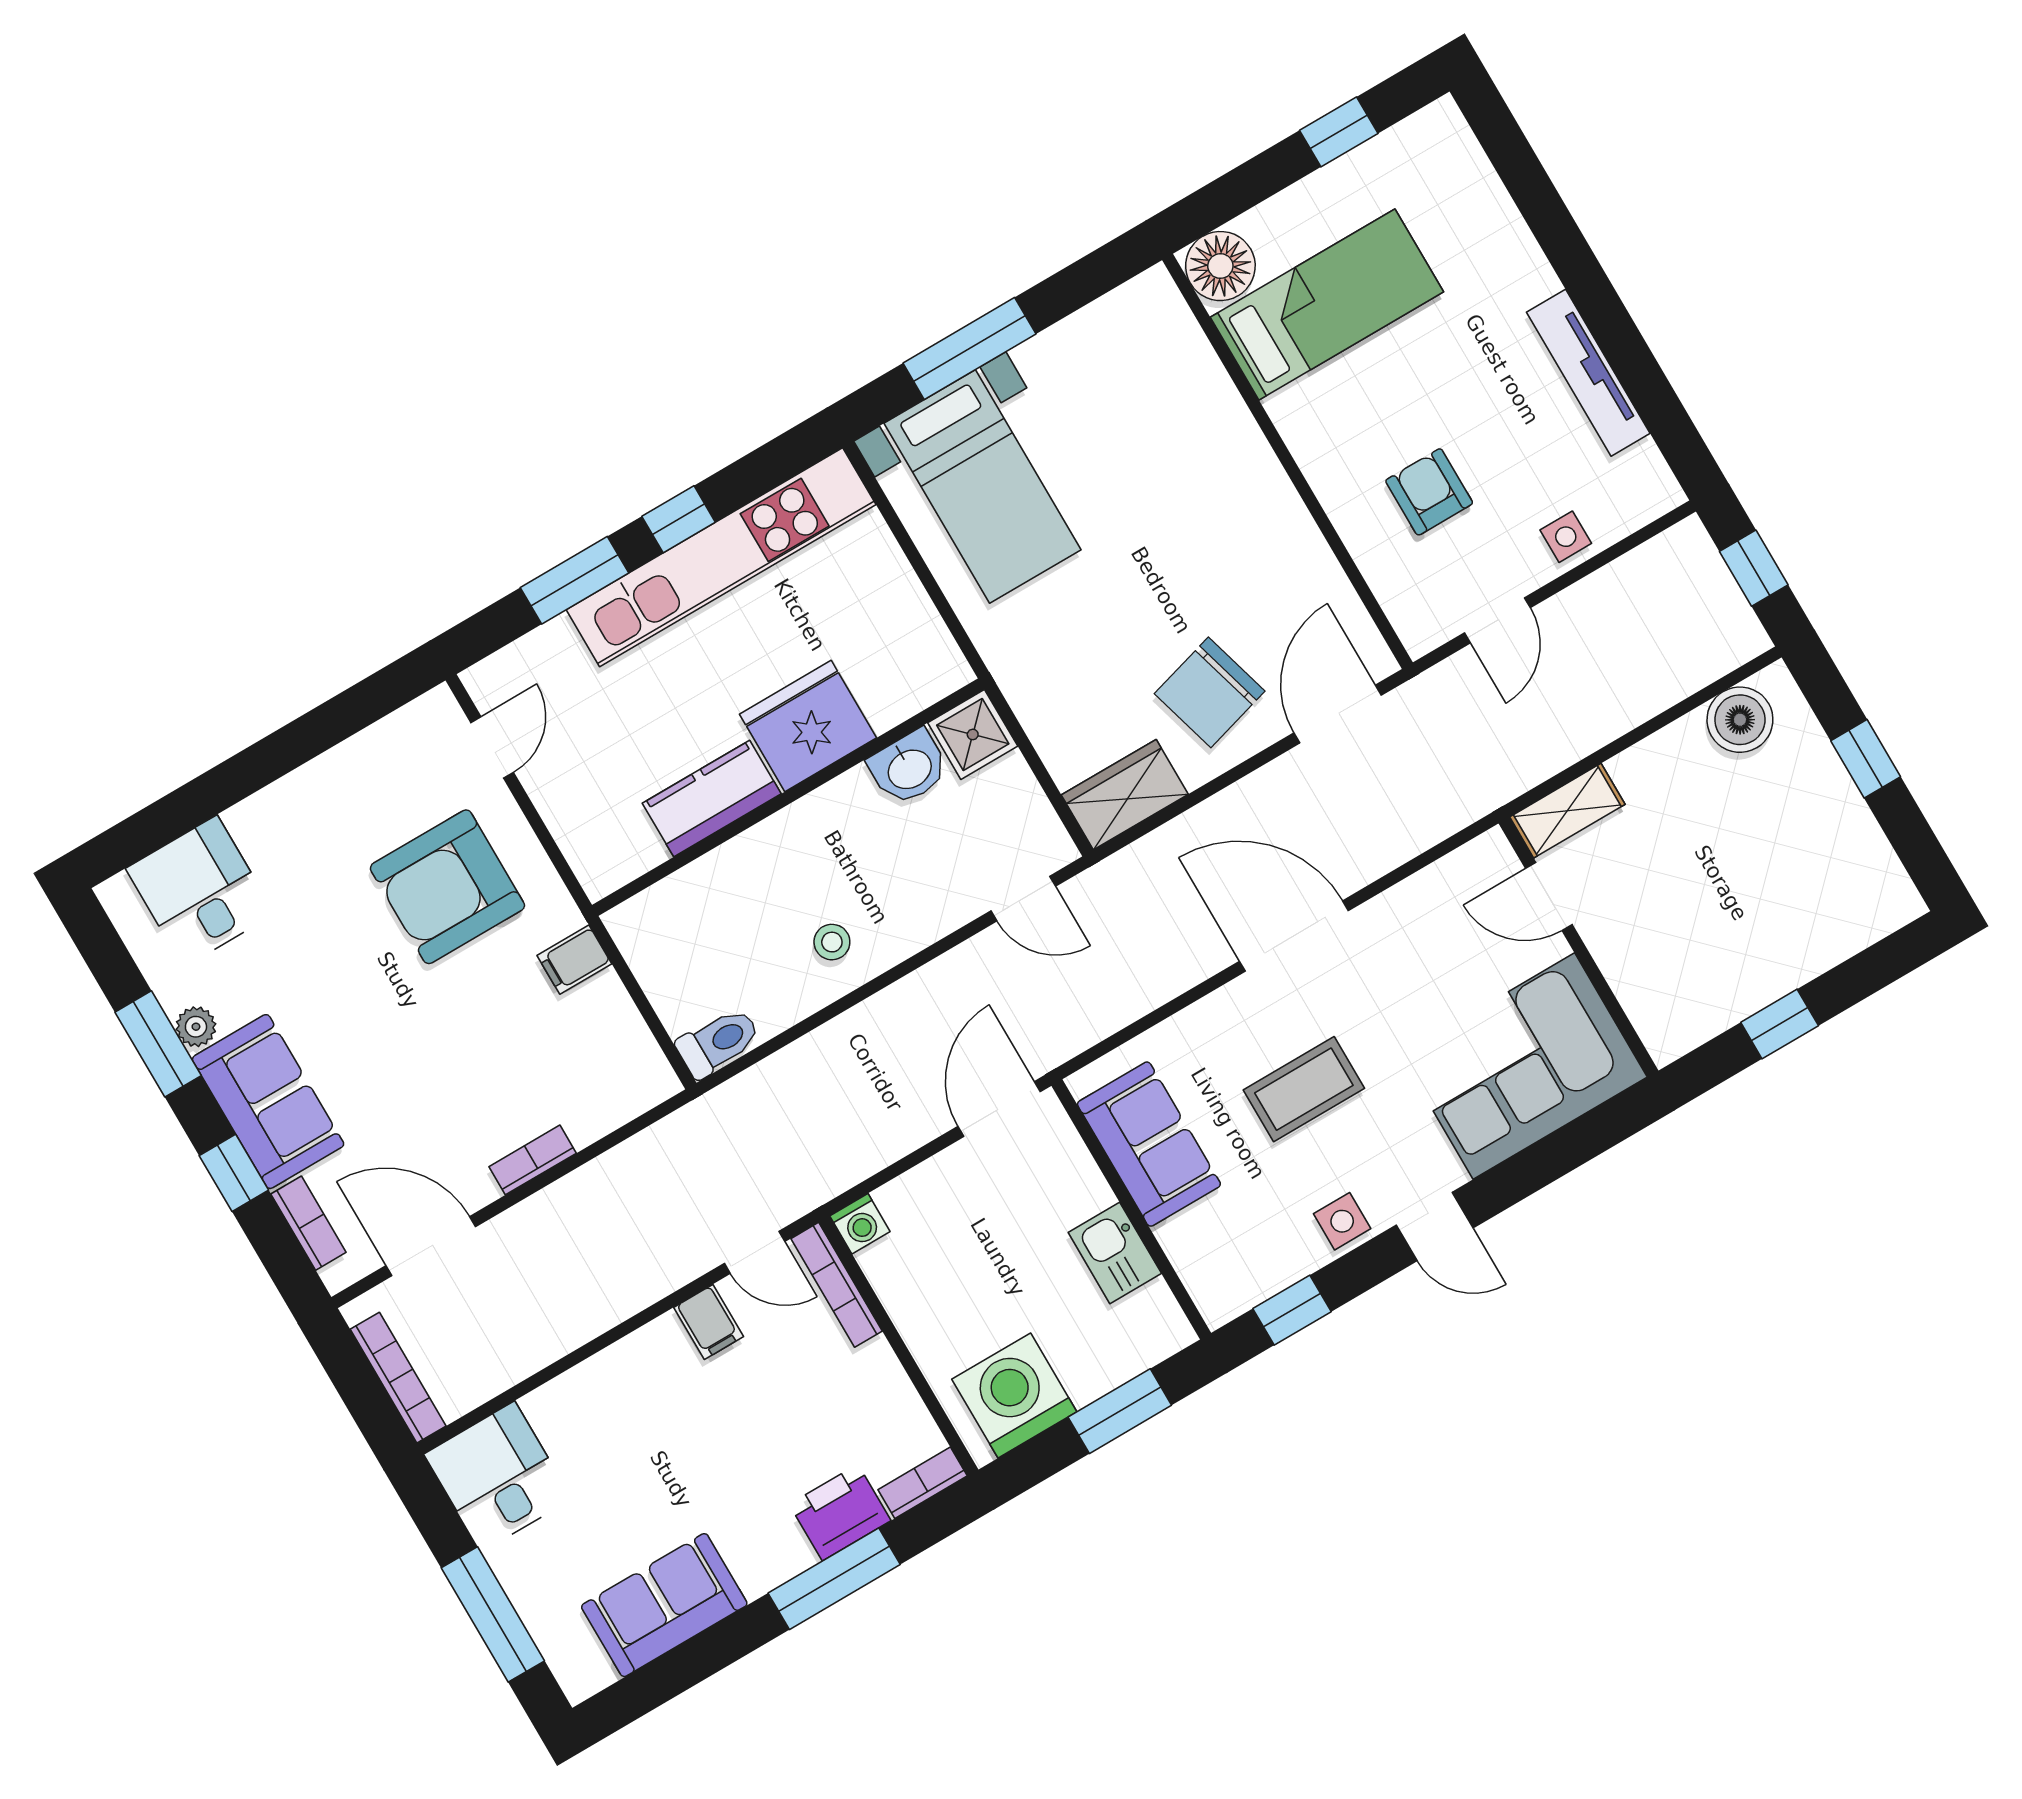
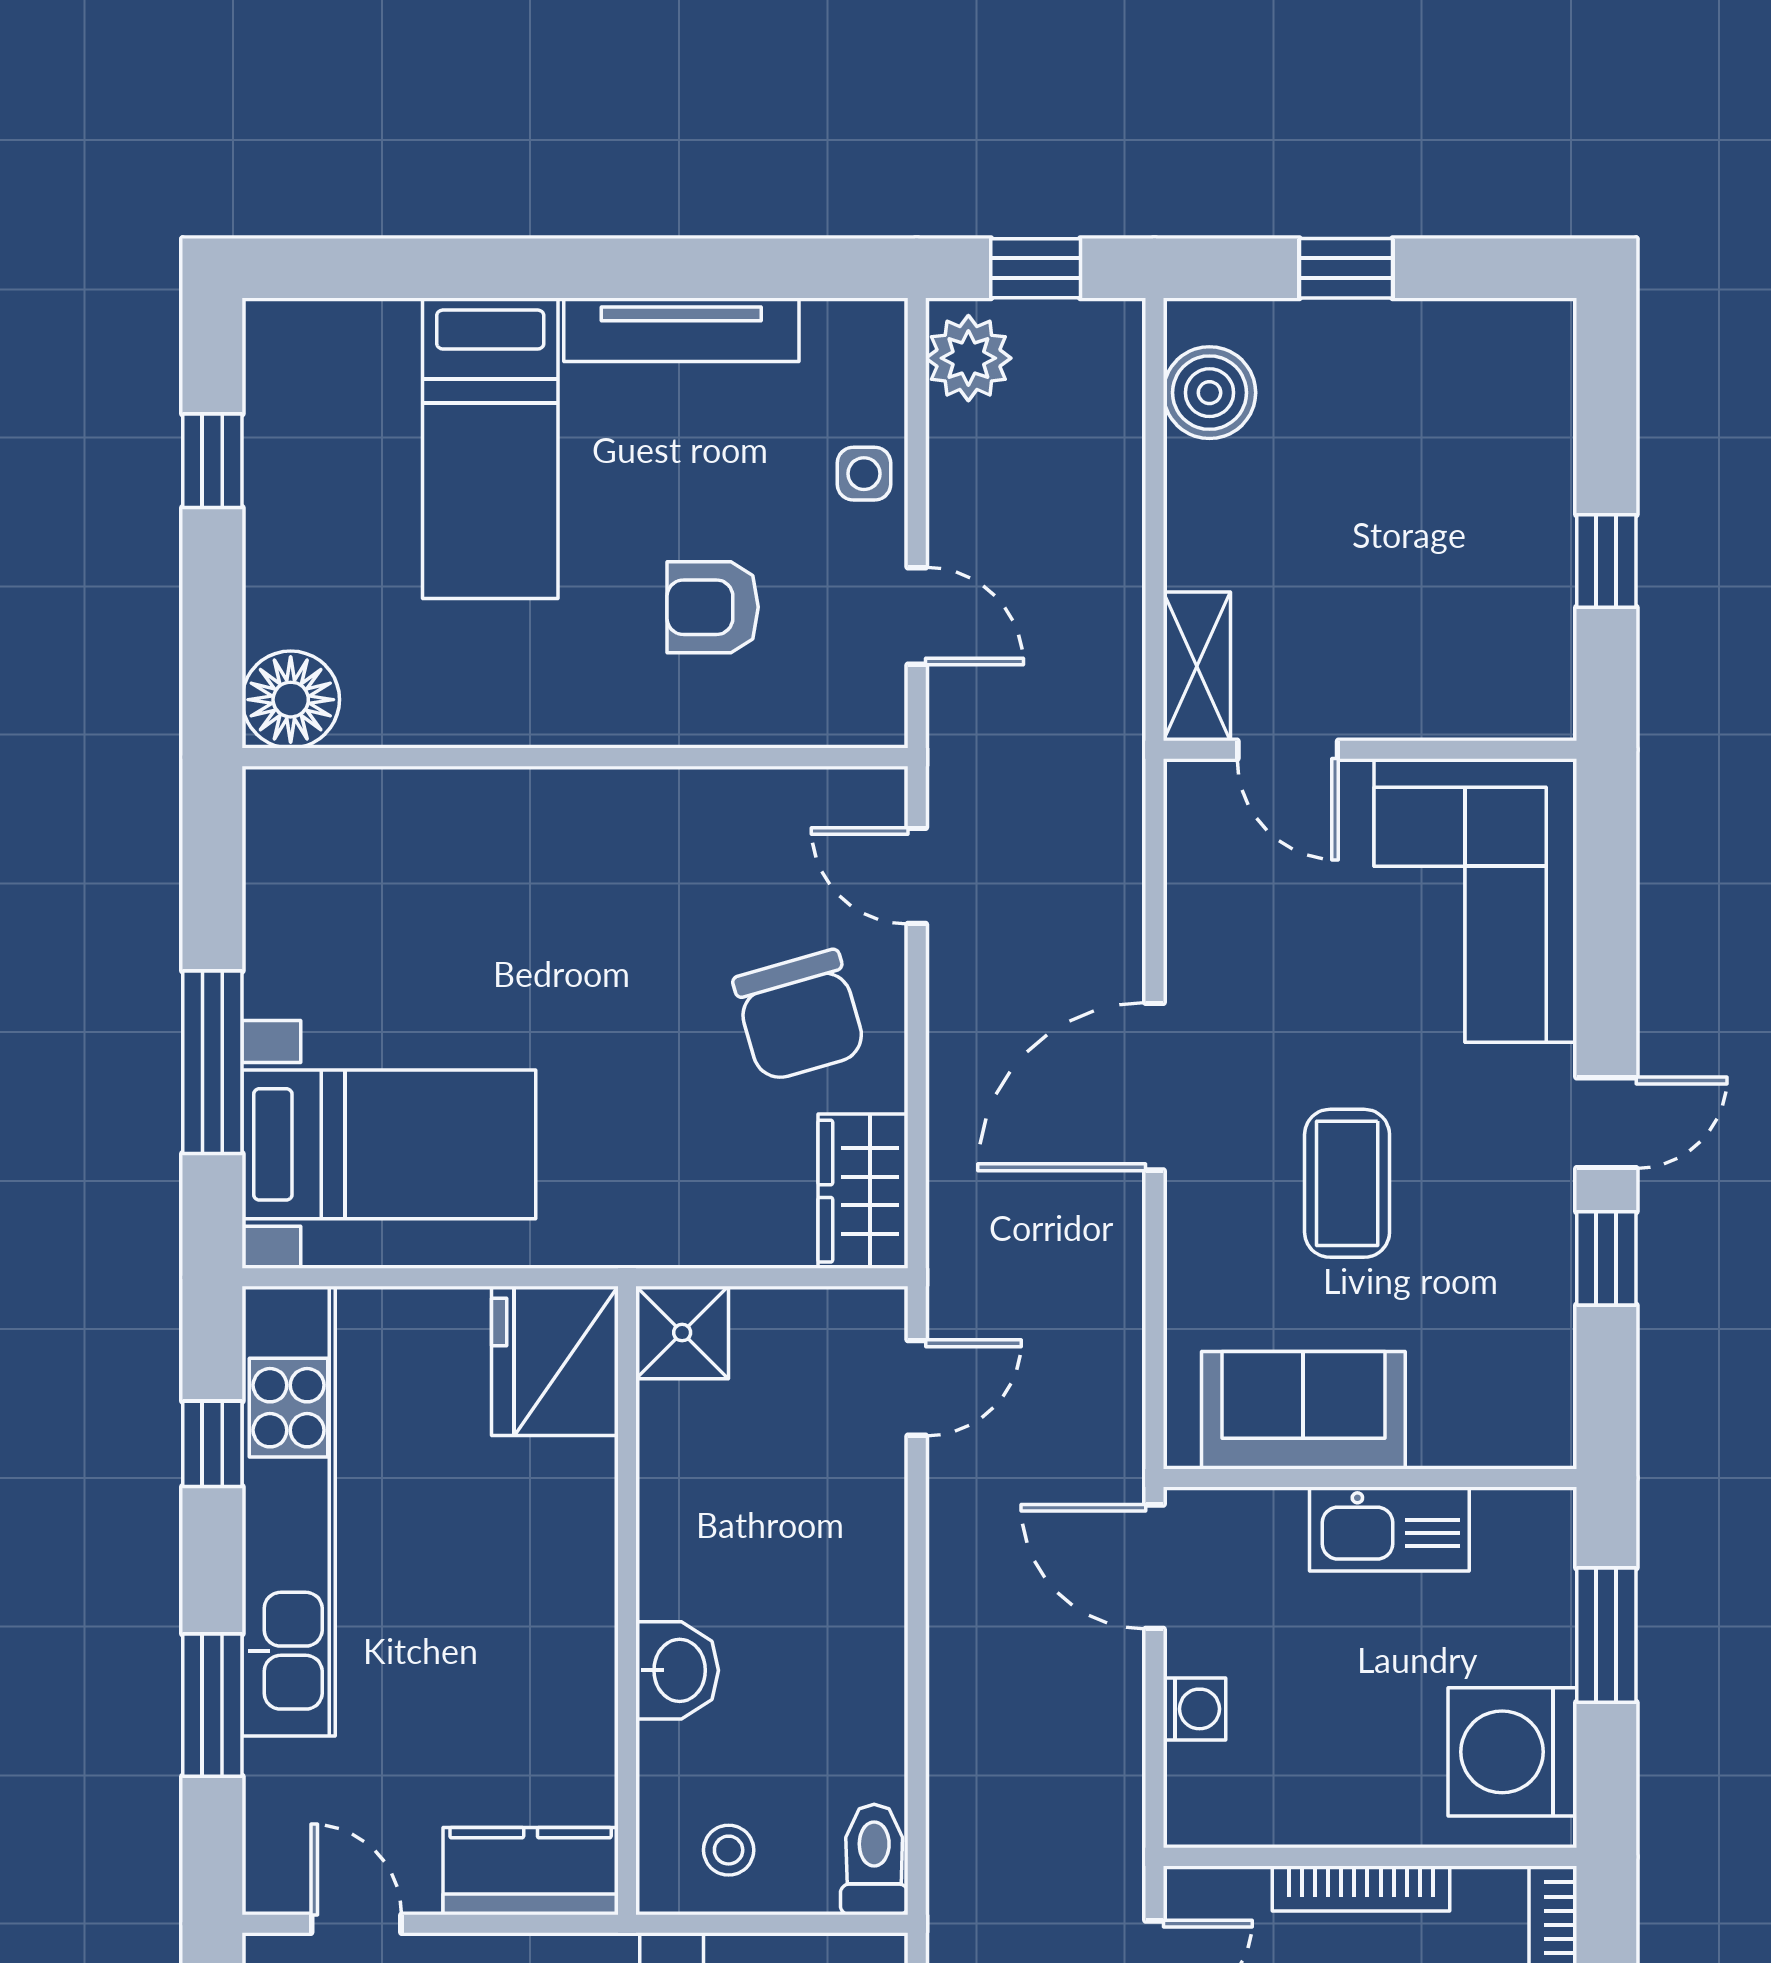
bed: (1327, 304) -> (490, 448), moved, turned 180
window: (679, 519) -> (212, 1444), moved
plant: (1674, 559) -> (968, 358), added
door: (1338, 714) -> (917, 876), width x0.73
fridge: (808, 726) -> (555, 1361), moved
washbasin: (909, 768) -> (677, 1670), moved
kitchen counter: (712, 799) -> (531, 1871), moved, turned 90
door: (1549, 896) -> (1288, 750), hinge flipped
stool: (832, 942) -> (729, 1850), moved
side table: (1342, 1221) -> (1534, 1231), removed
washing machine: (860, 1224) -> (1195, 1709), moved
kitchen sink: (1115, 1253) -> (1389, 1529), width x1.38
bookcase: (837, 1285) -> (1361, 1888), moved
window: (1292, 1310) -> (1606, 1258), moved

